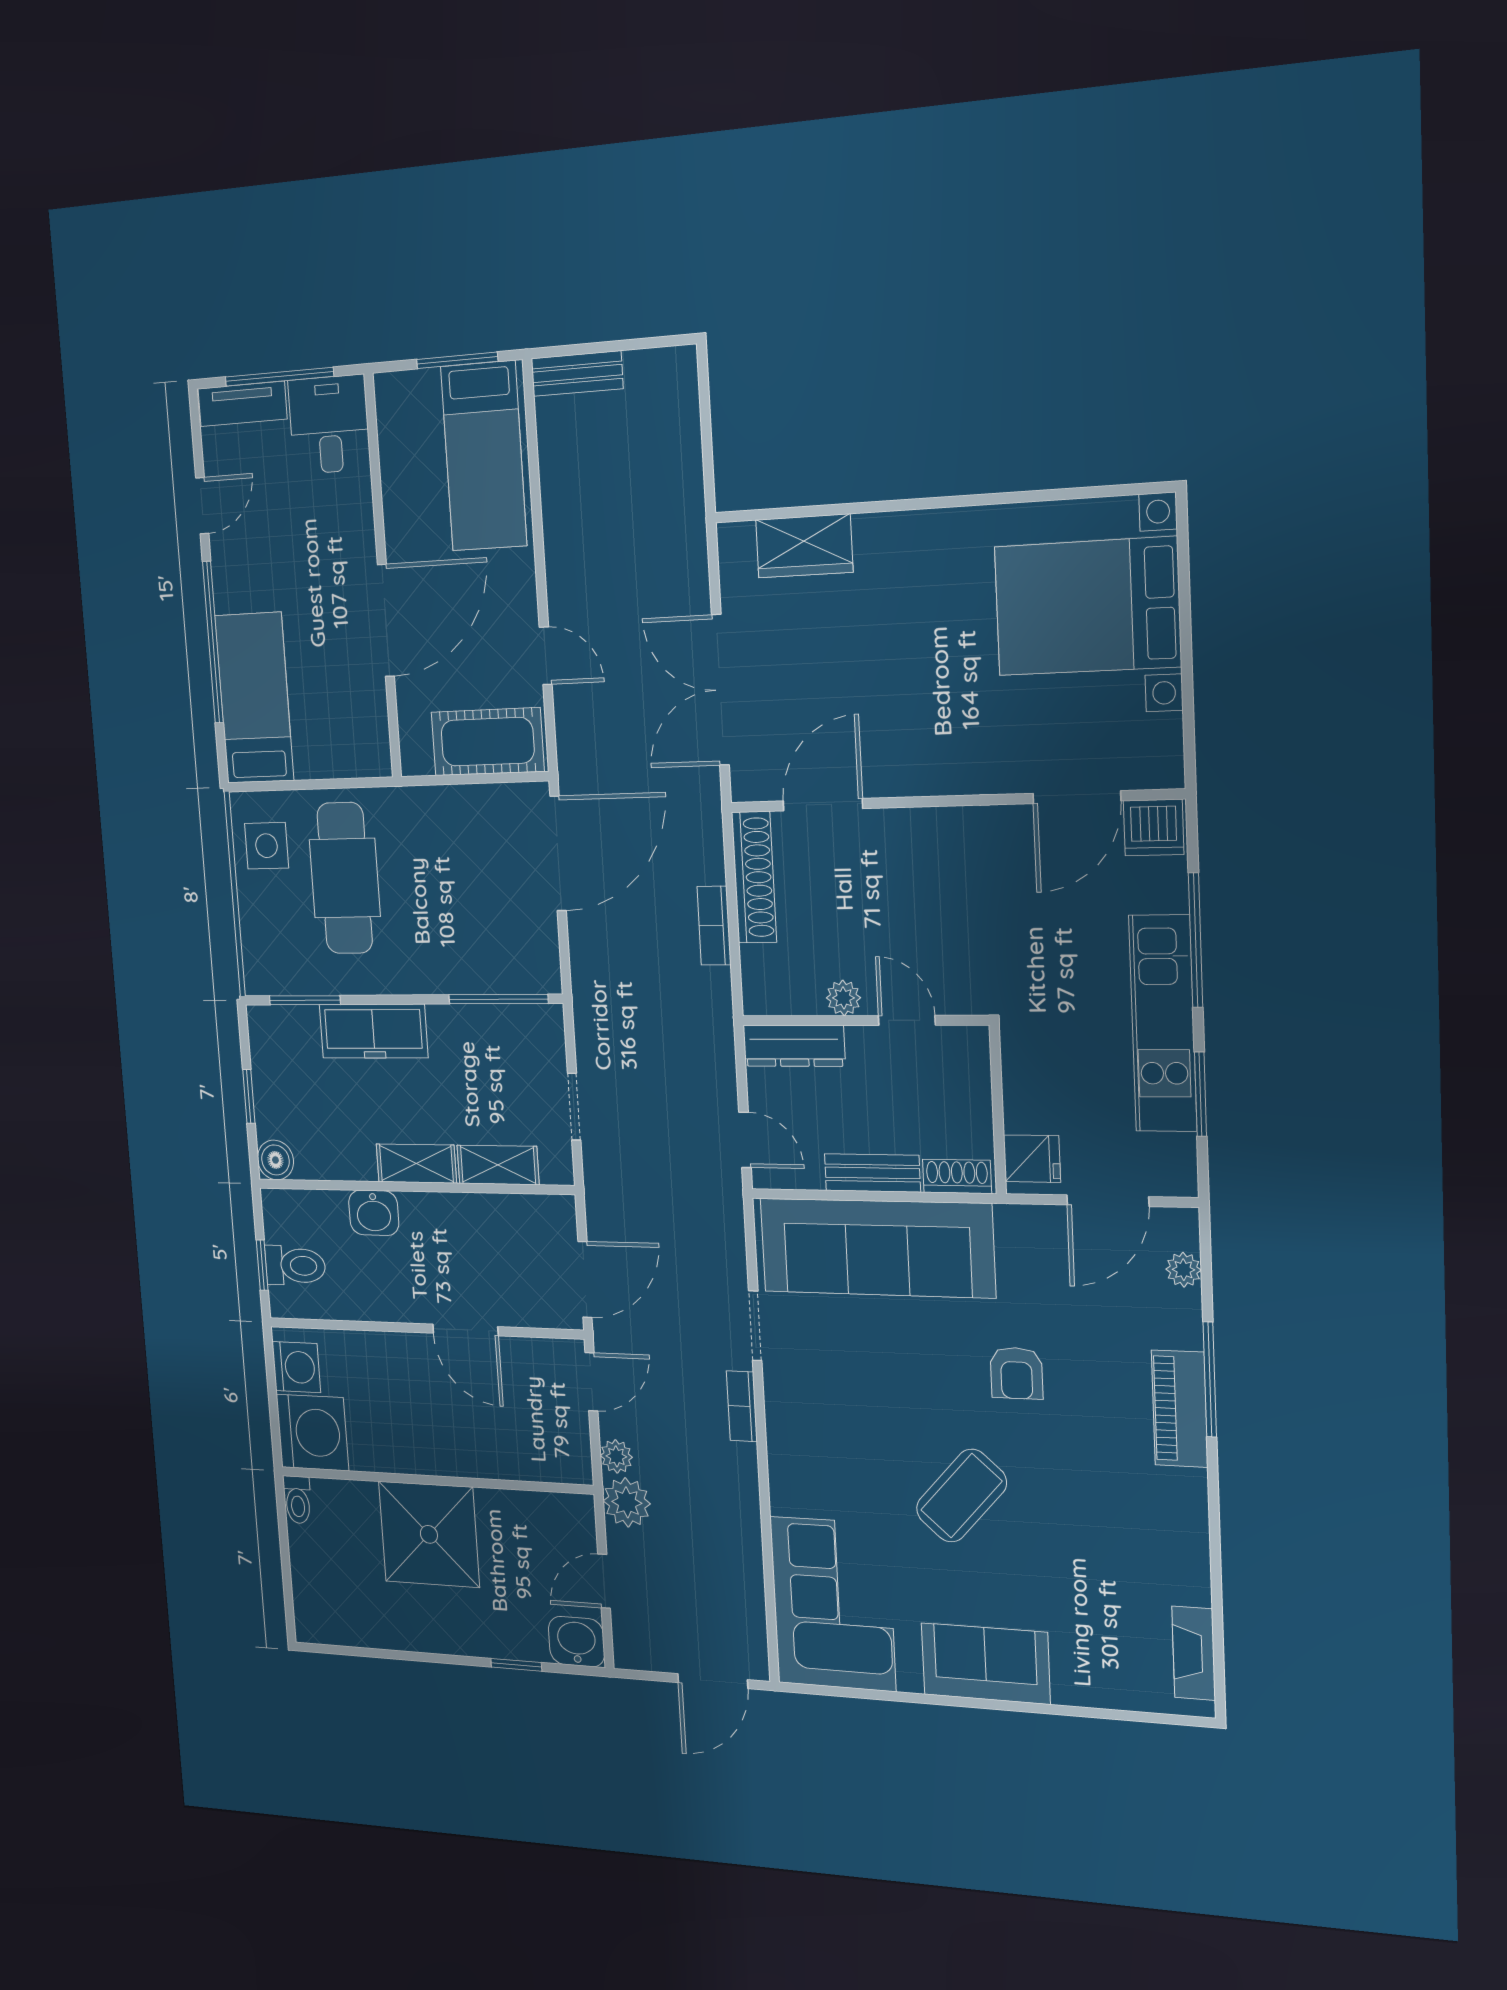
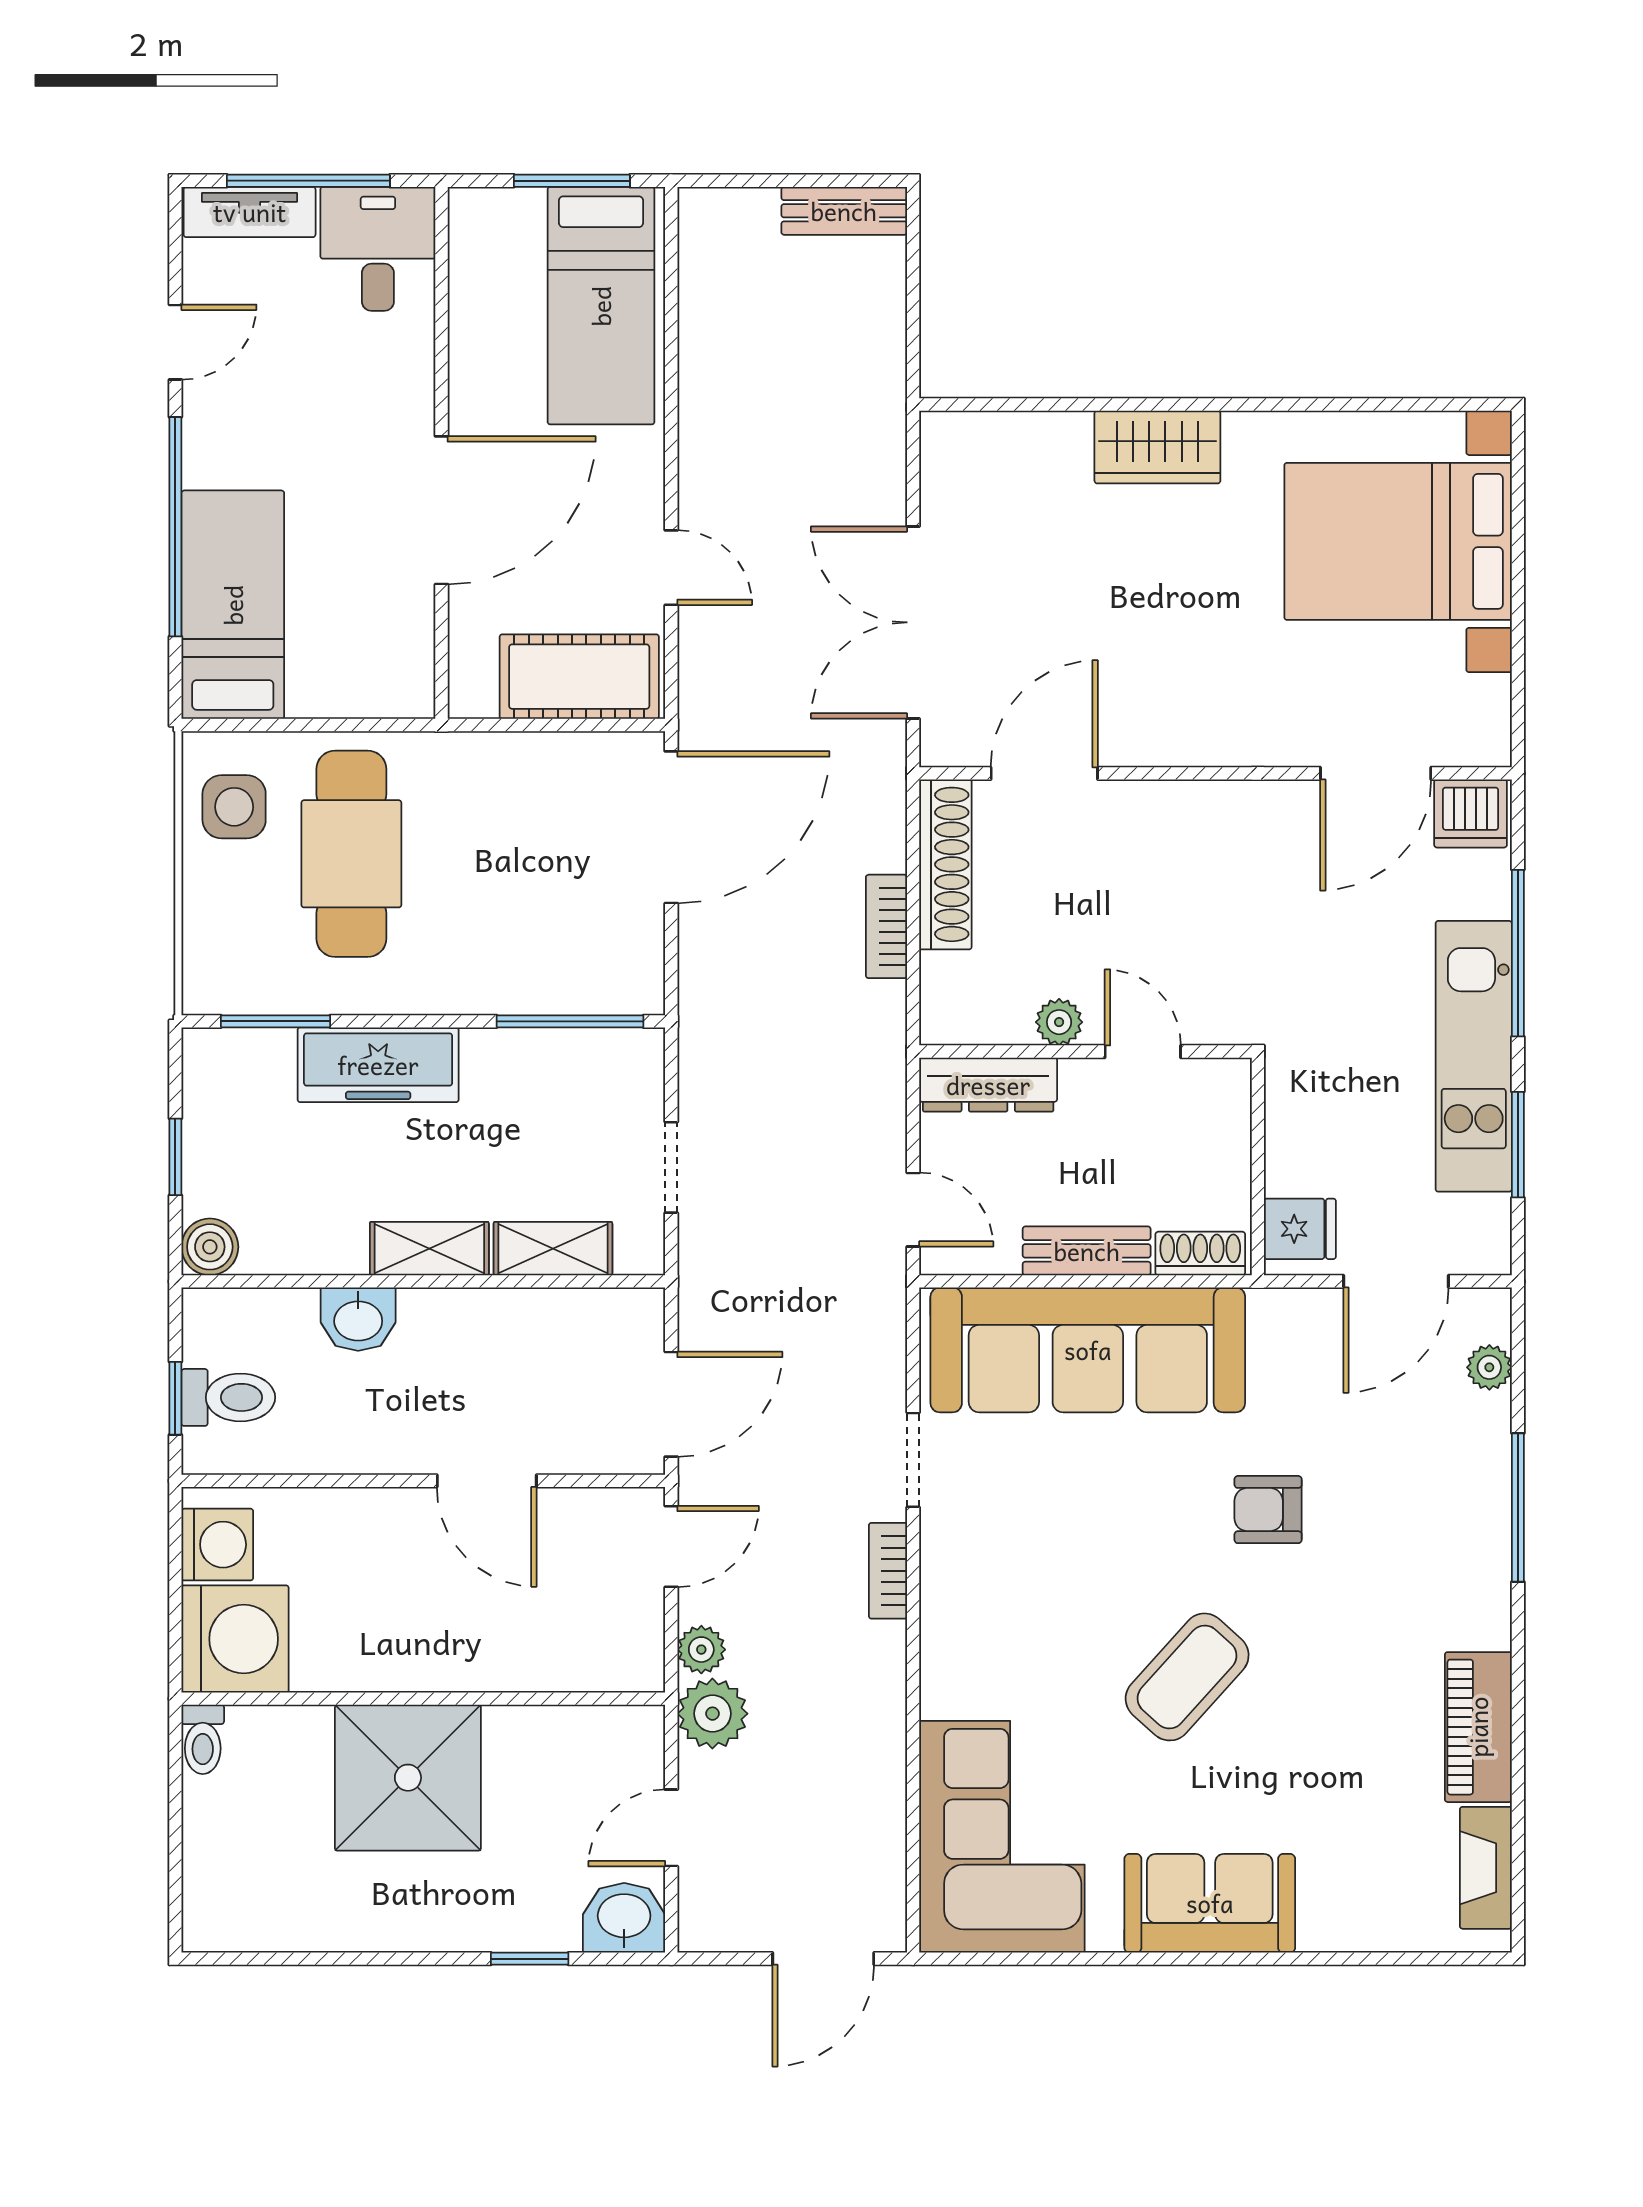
bench: (577, 374) -> (844, 211), moved
wardrobe: (804, 546) -> (1157, 447), moved
armchair: (1017, 1373) -> (1268, 1510), turned 90
piano: (1180, 1409) -> (1478, 1727), moved

